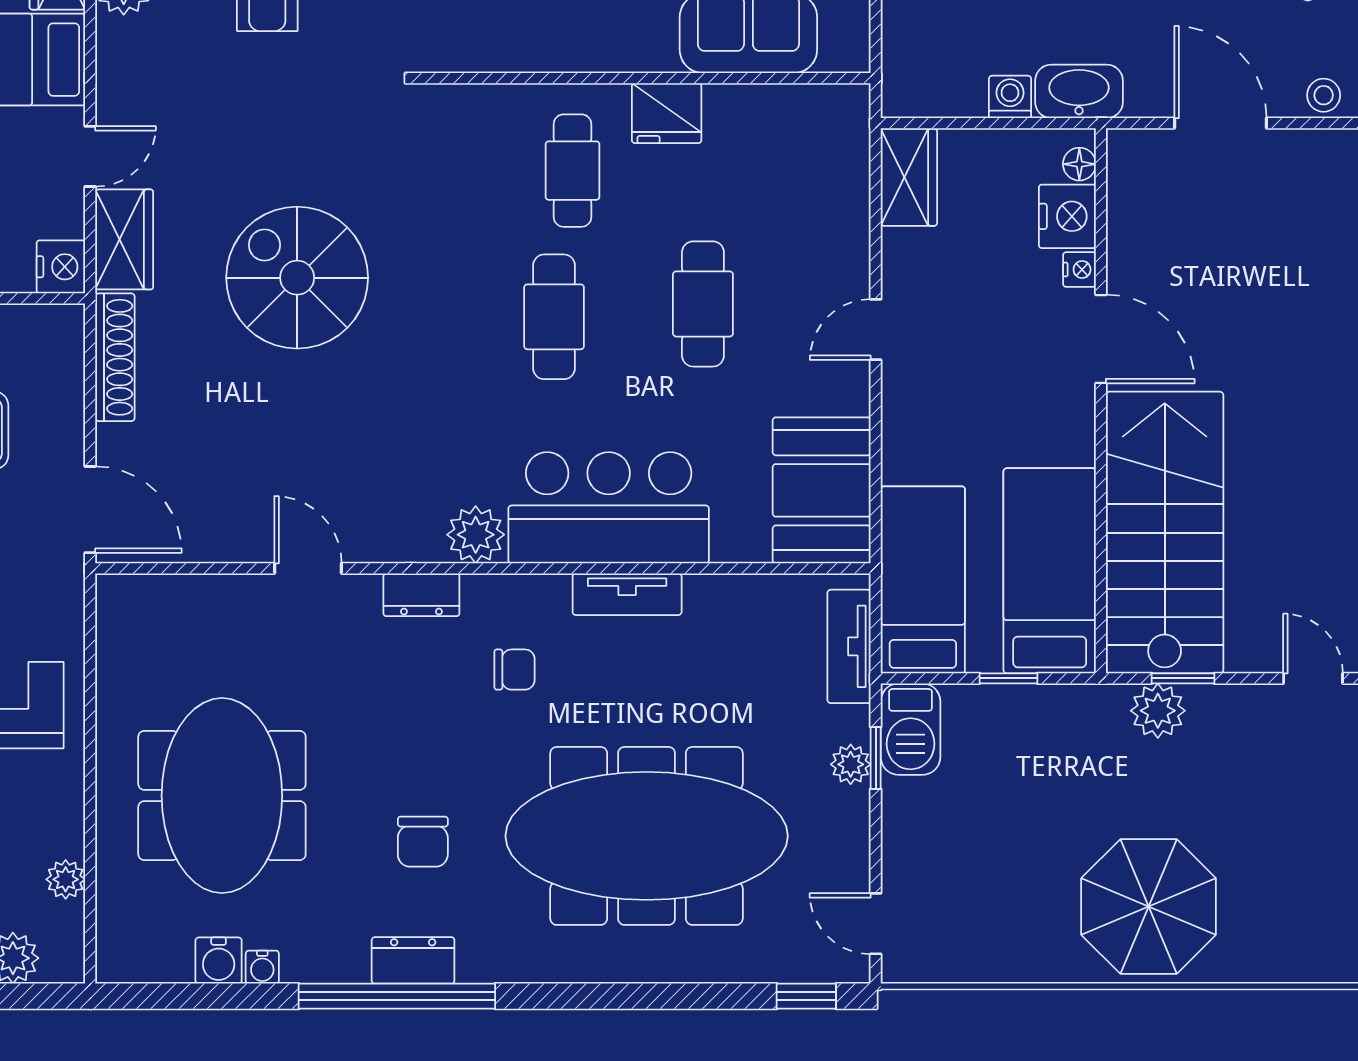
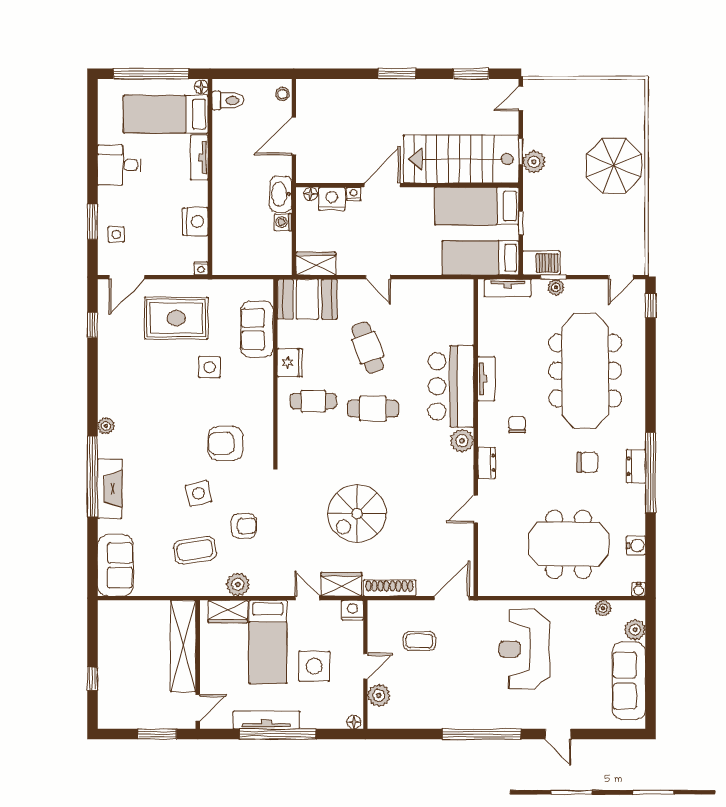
cafe table: (703, 304) -> (368, 348), turned 70
booth: (822, 490) -> (307, 299), moved
water cooler: (262, 967) -> (639, 589), moved, turned 90

